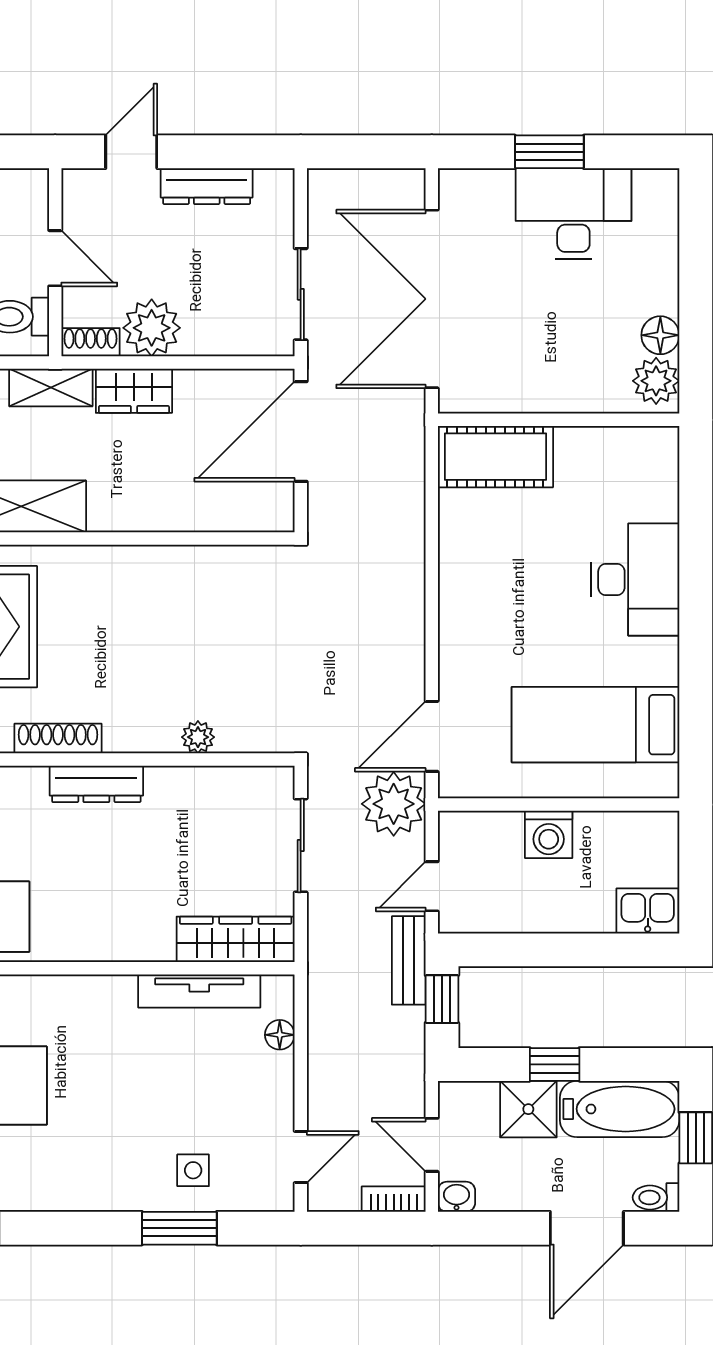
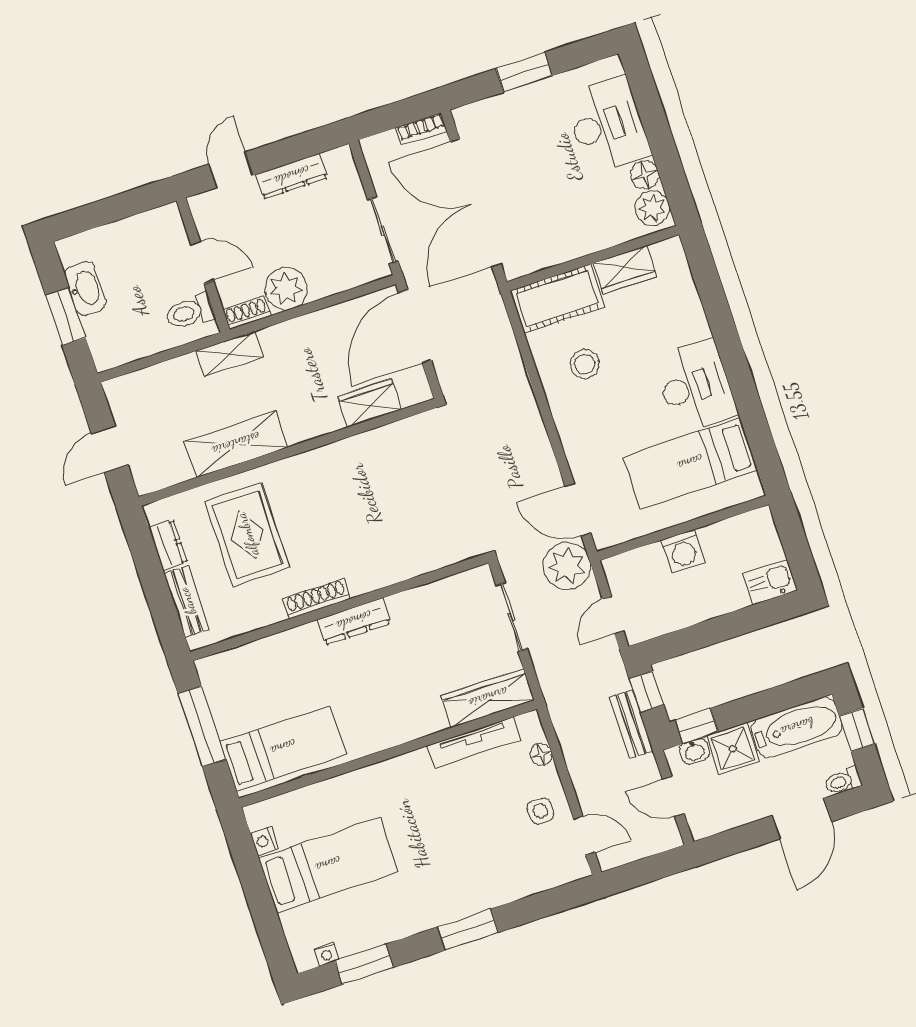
desk: (573, 214) -> (607, 125), moved, turned 90
wardrobe: (134, 391) -> (370, 403), moved, turned 180
wardrobe: (595, 448) -> (625, 270), added
stool: (503, 552) -> (585, 364), added
desk: (635, 579) -> (695, 386), moved
door: (432, 736) -> (578, 510), hinge flipped
plant: (198, 737) -> (414, 565), removed
bench: (409, 960) -> (631, 724), moved
window: (555, 1064) -> (697, 726), moved
door: (301, 1157) -> (584, 835), hinge flipped
side table: (193, 1170) -> (541, 811), moved
washbasin: (457, 1197) -> (694, 751), moved, turned 180
bookcase: (394, 1199) -> (422, 129), moved, turned 180
window: (179, 1228) -> (468, 930), moved

